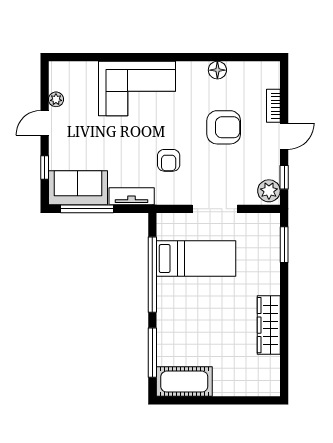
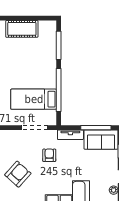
armchair: (224, 127) -> (18, 174), turned 132
doorway: (215, 209) -> (35, 128), moved
cot: (184, 382) -> (22, 29), moved

